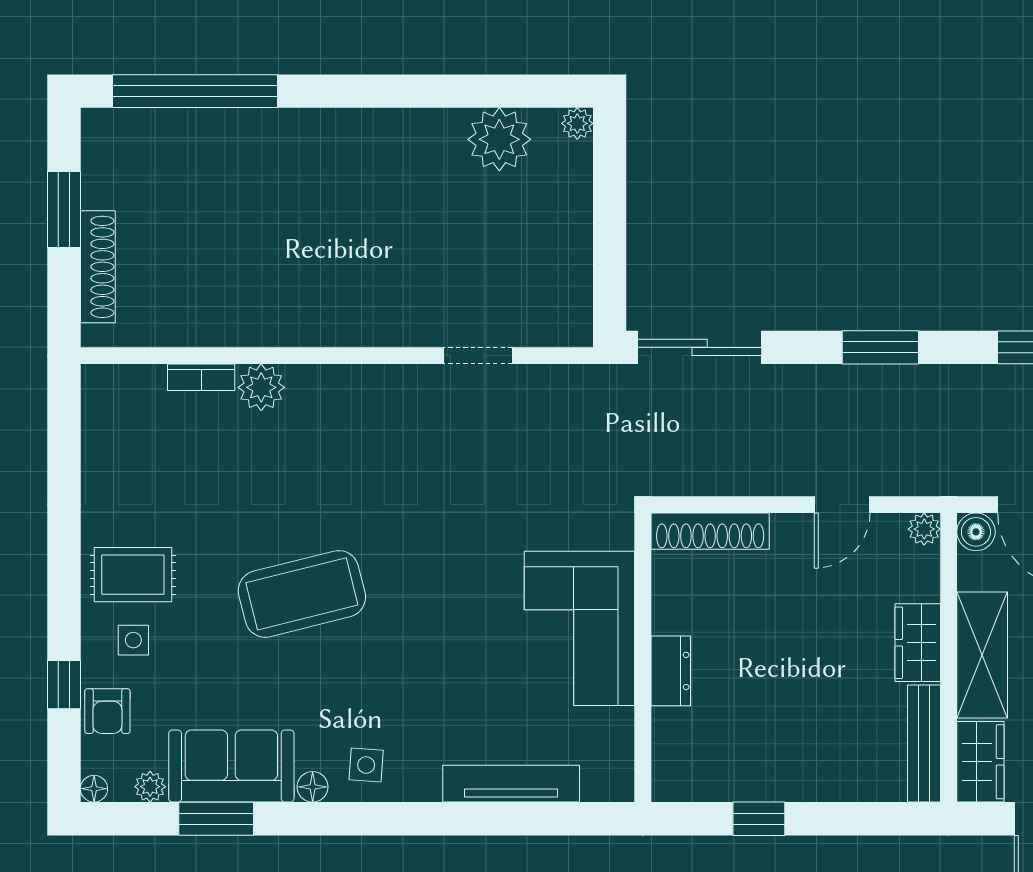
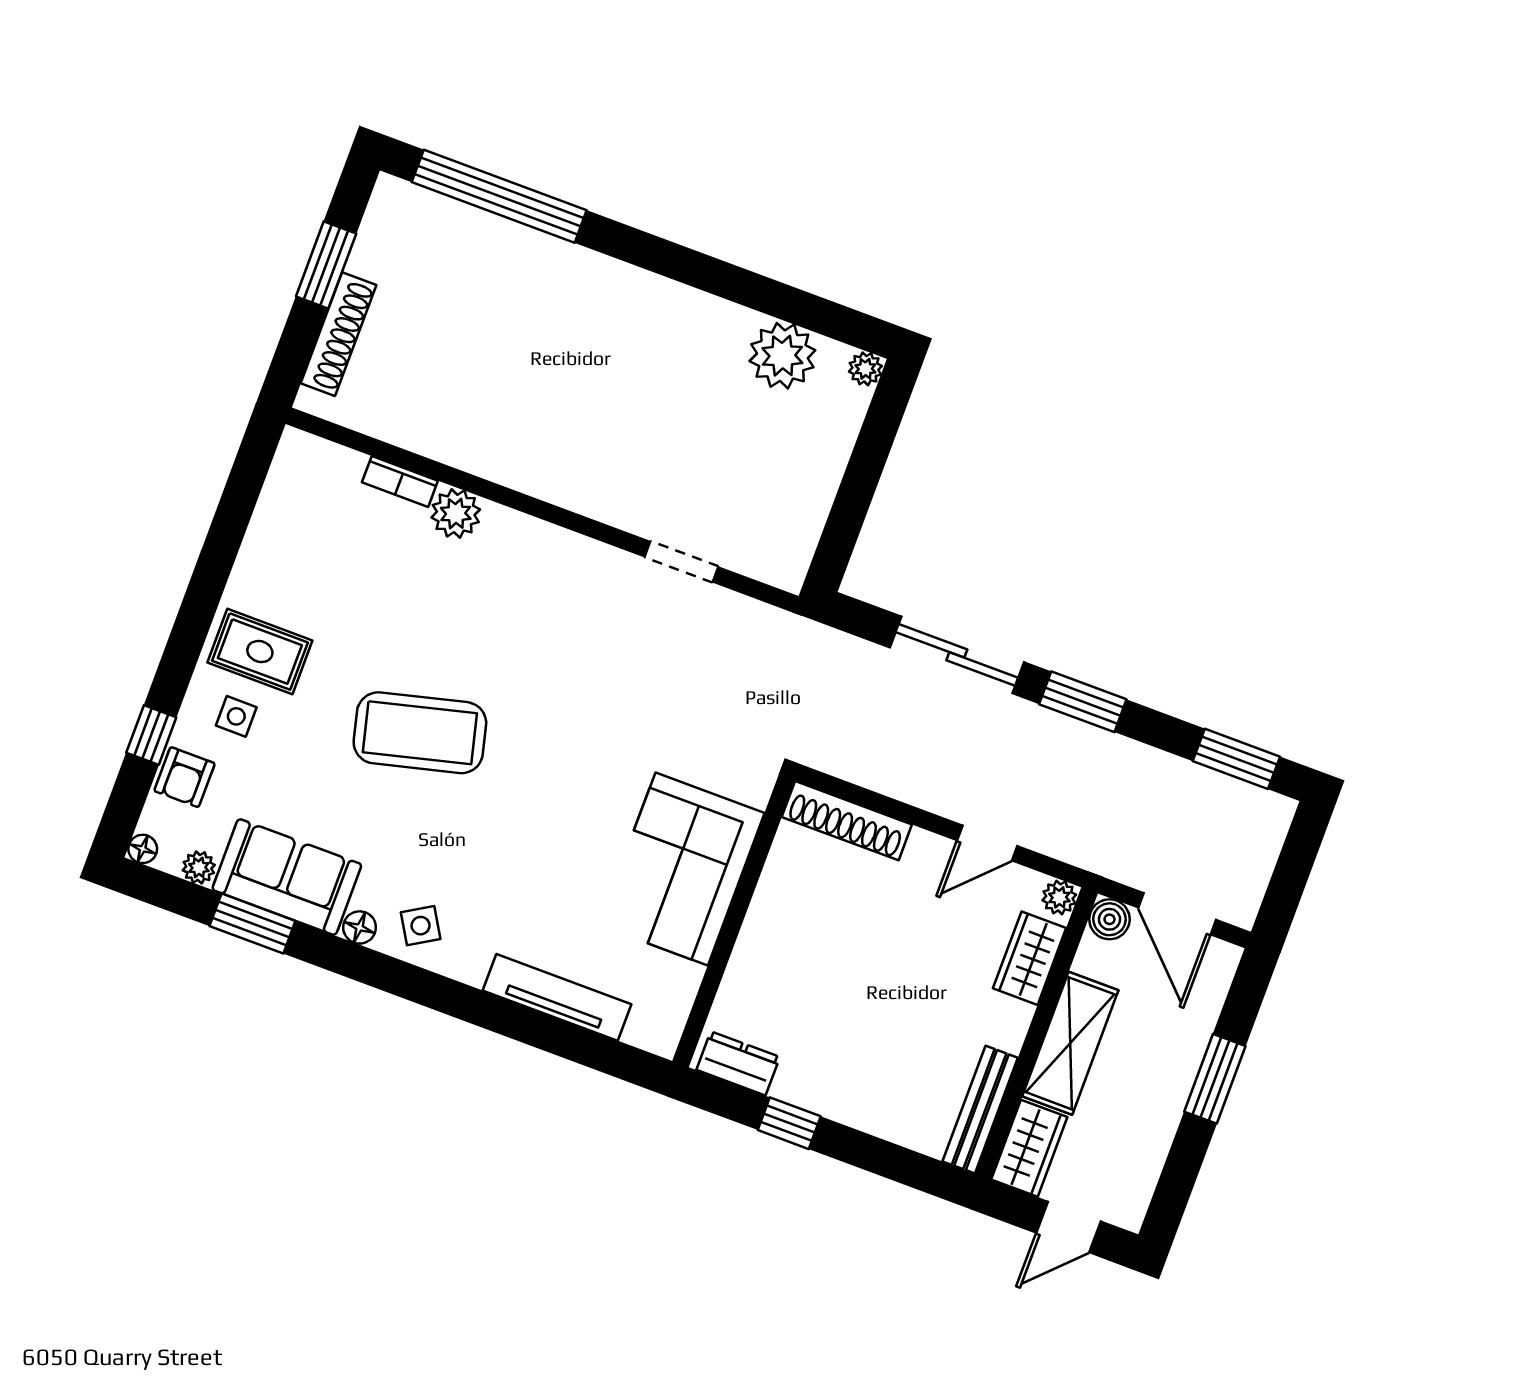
sliding door: (700, 347) -> (957, 655), moved
wardrobe: (918, 643) -> (1030, 958), moved
dresser: (671, 671) -> (738, 1063), moved, turned -90
side table: (366, 765) -> (421, 926), turned -35

